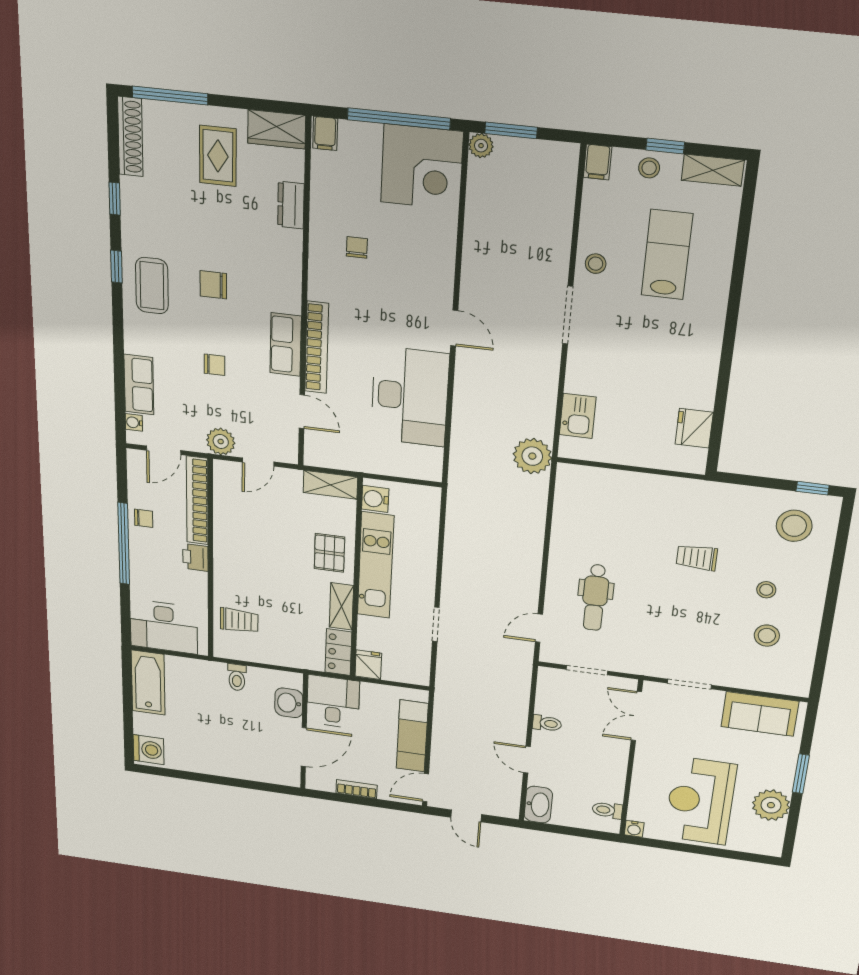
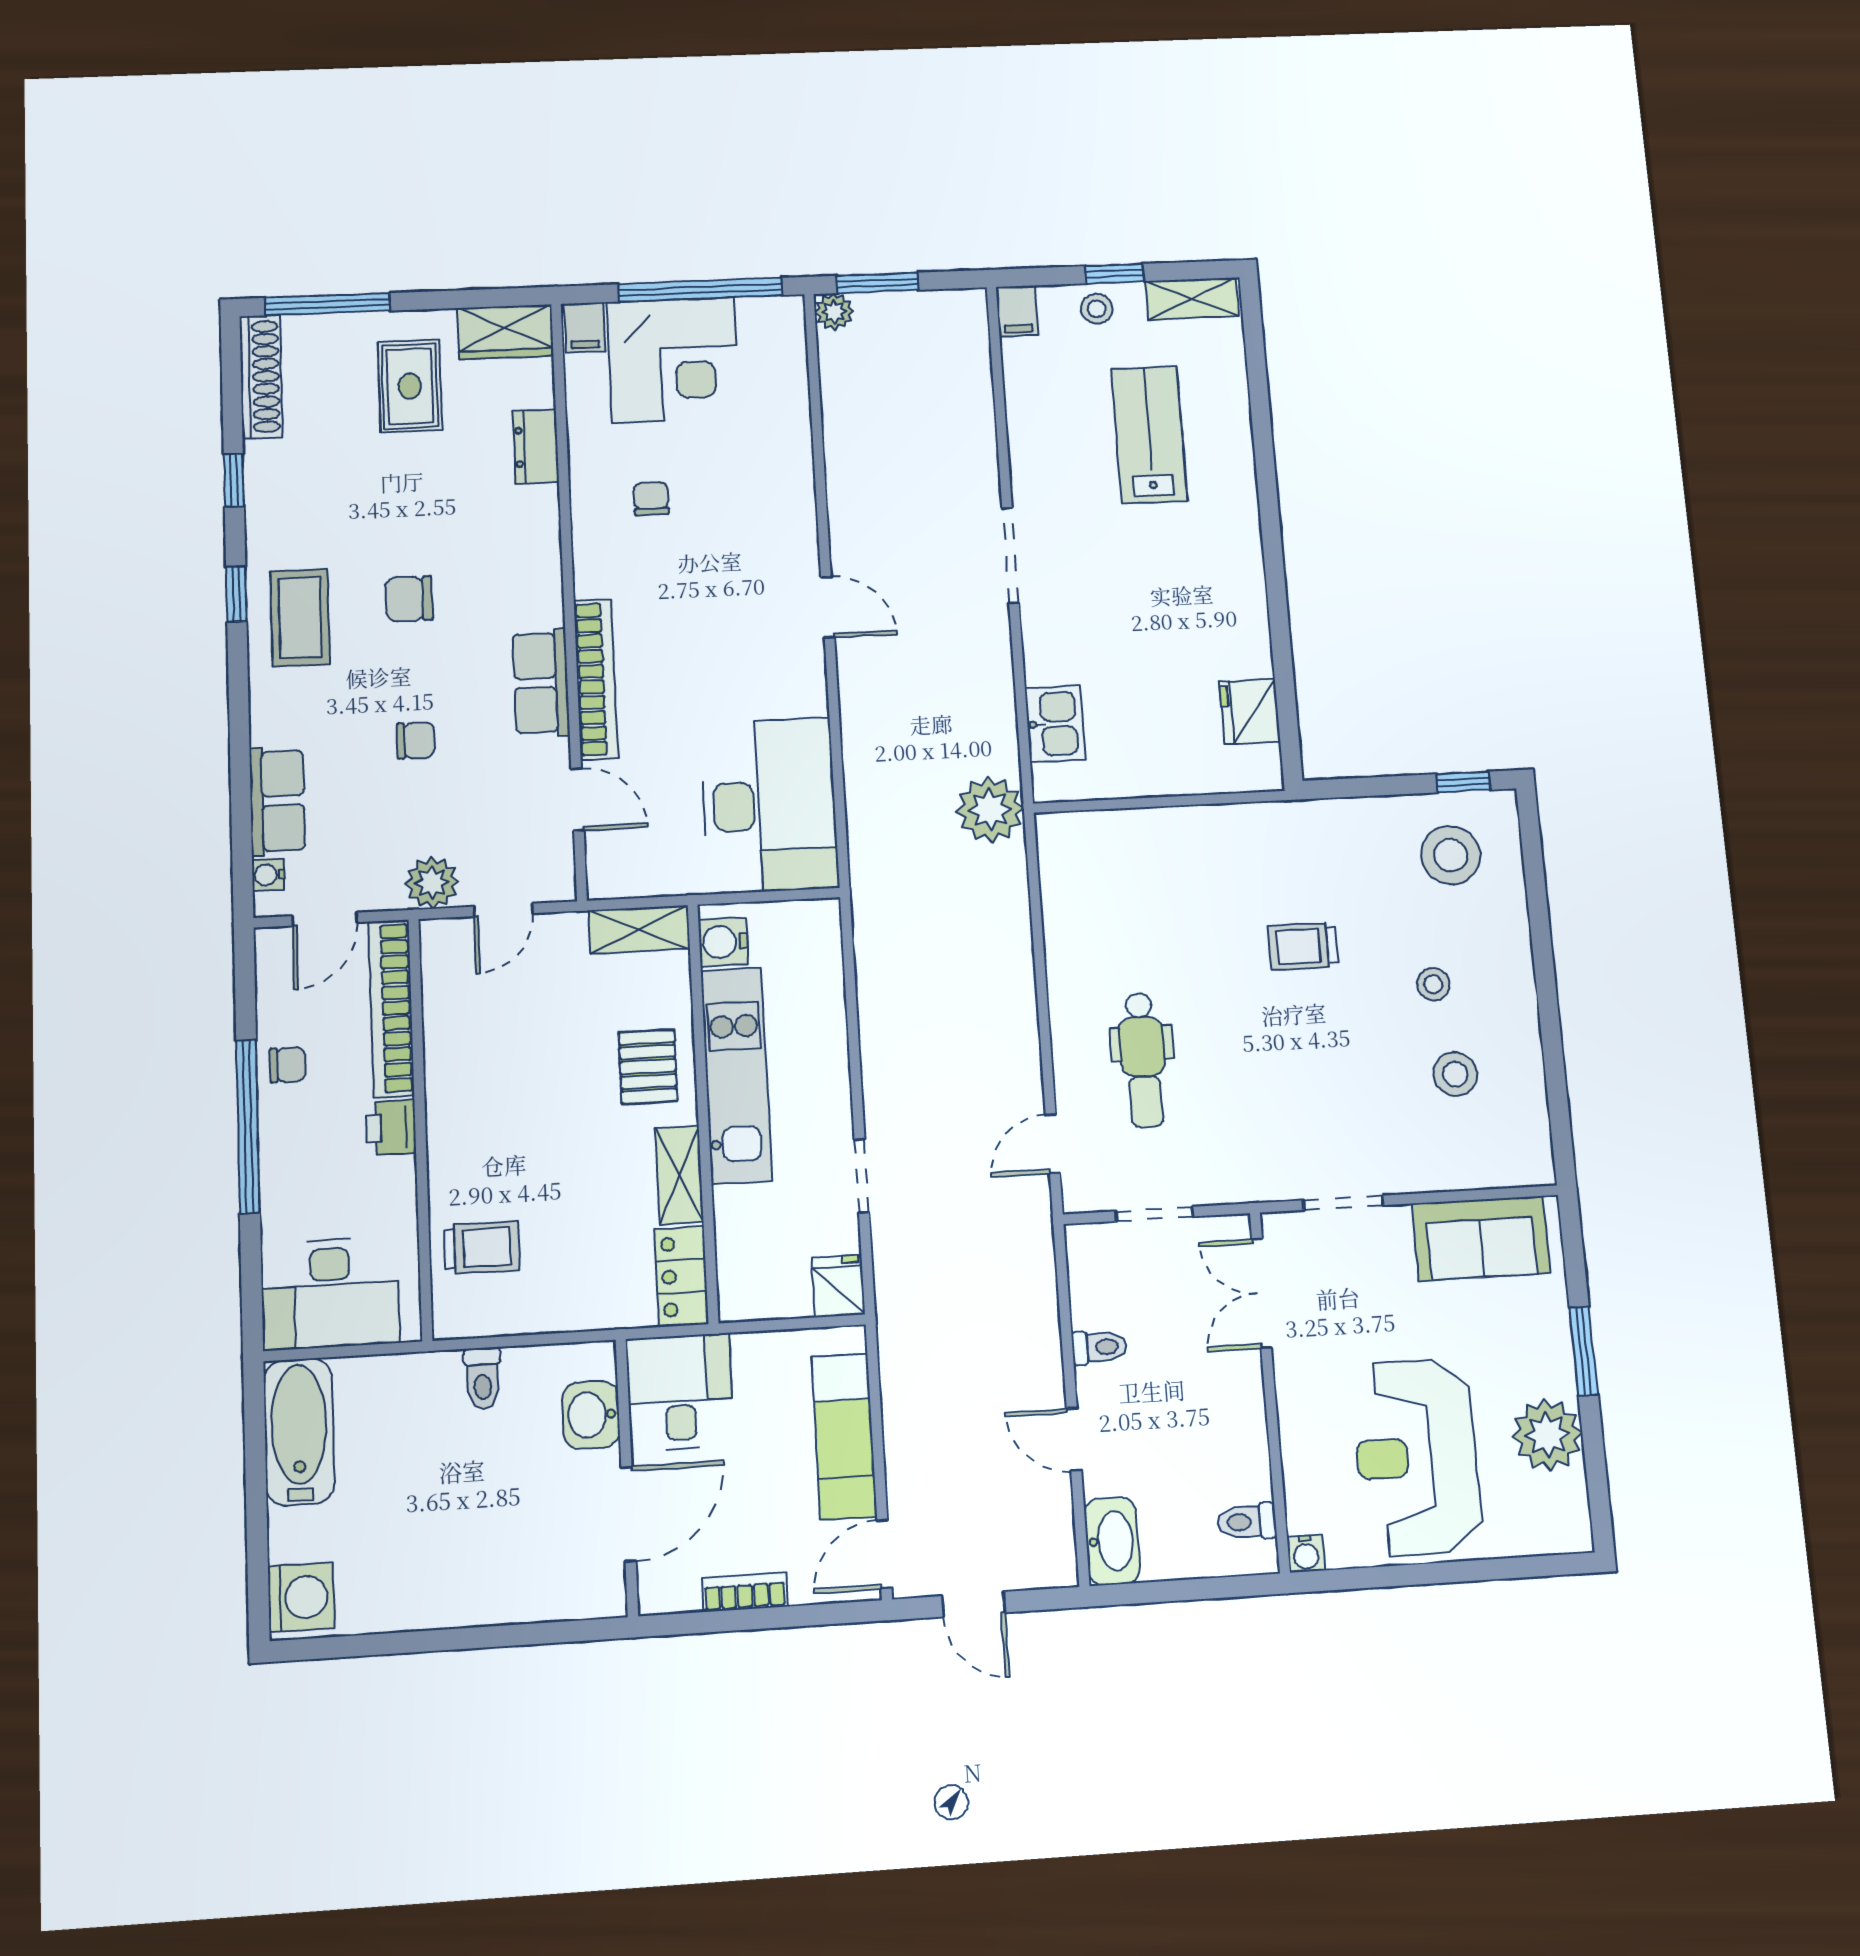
corner desk: (422, 167) -> (673, 360), moved
stool: (596, 264) -> (1041, 466), removed
desk: (410, 396) -> (769, 805), moved
fridge: (368, 665) -> (838, 1286), moved

